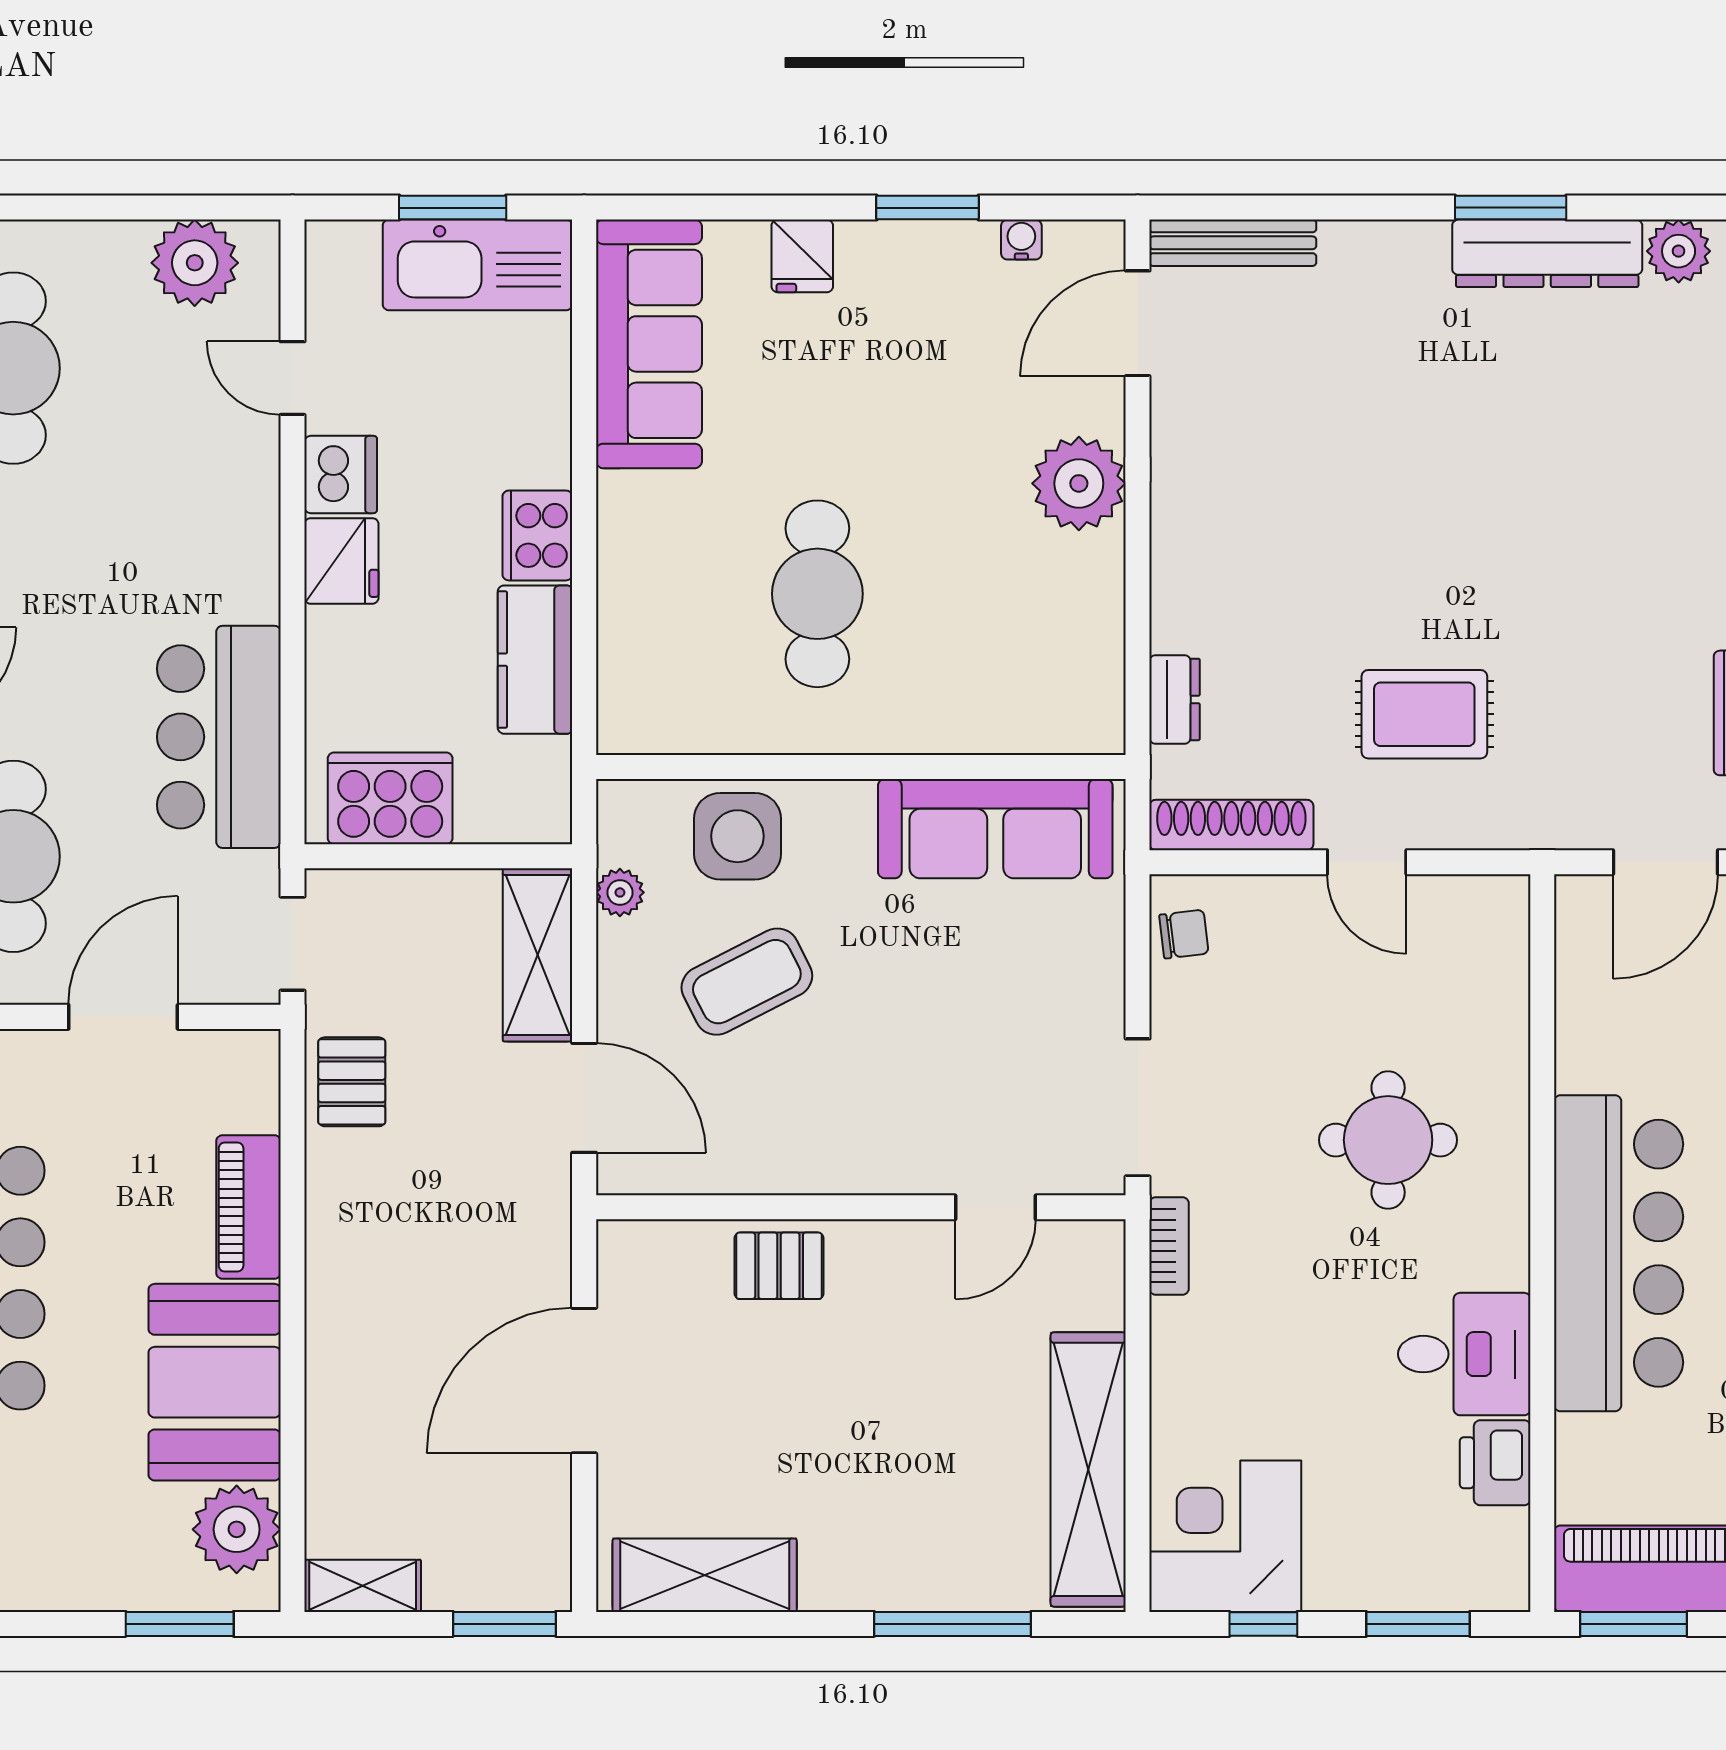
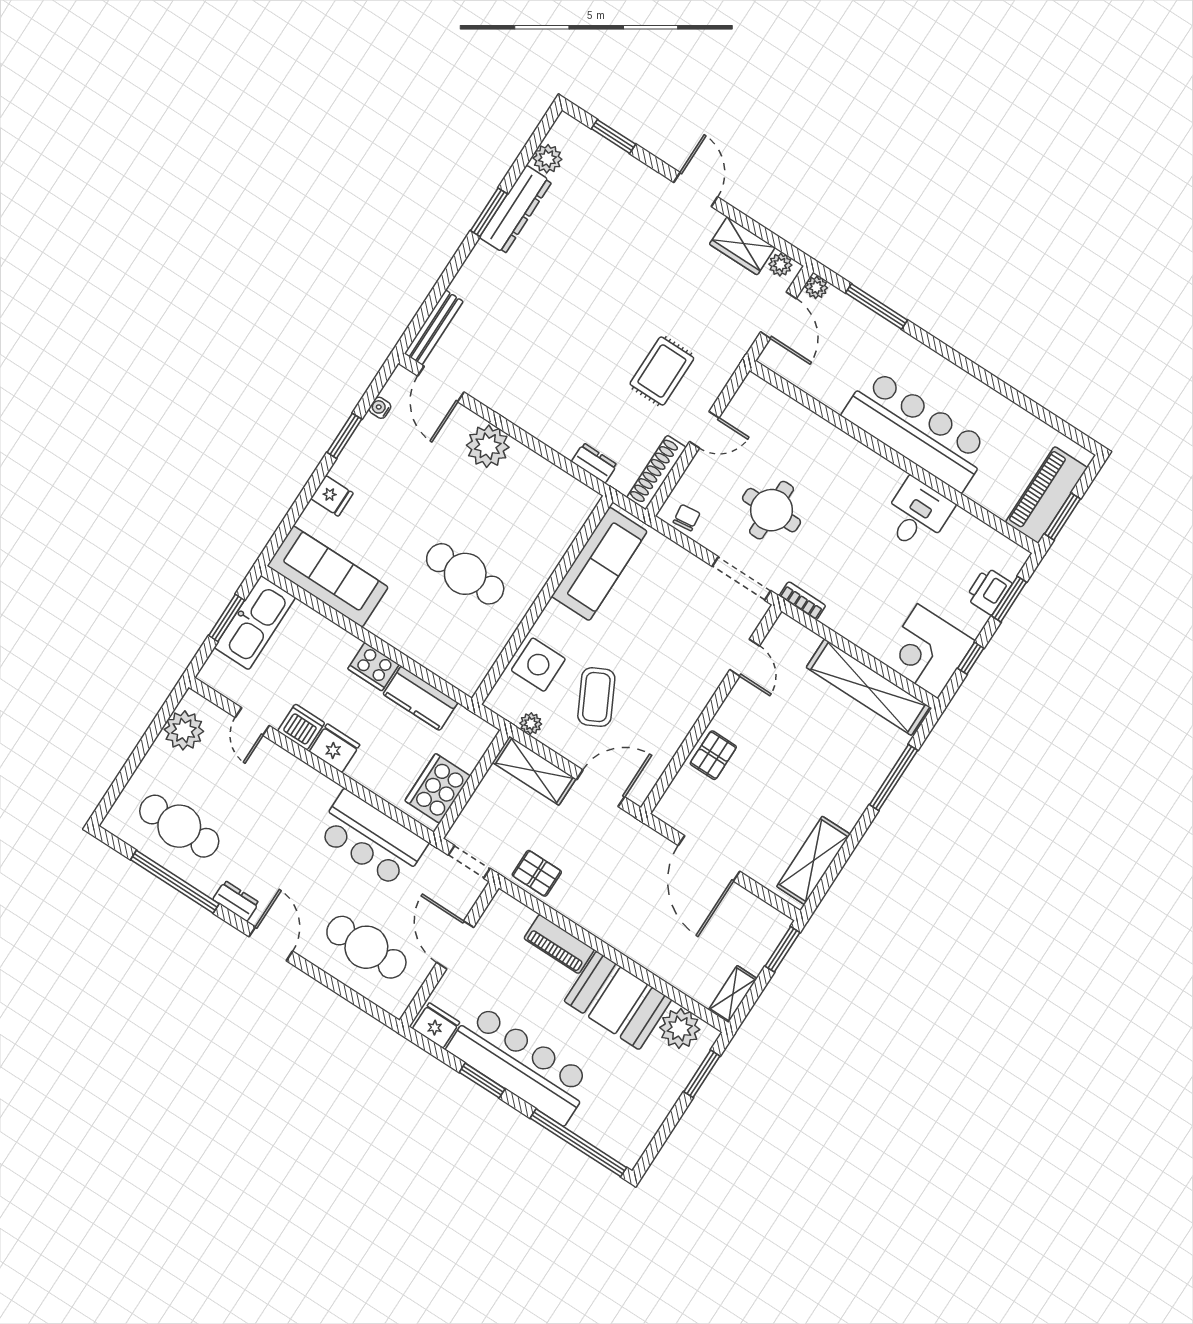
door: (293, 378) -> (252, 722), hinge flipped
round table: (1388, 1140) -> (772, 510), moved
printer: (1495, 1463) -> (989, 591), moved, turned 90

